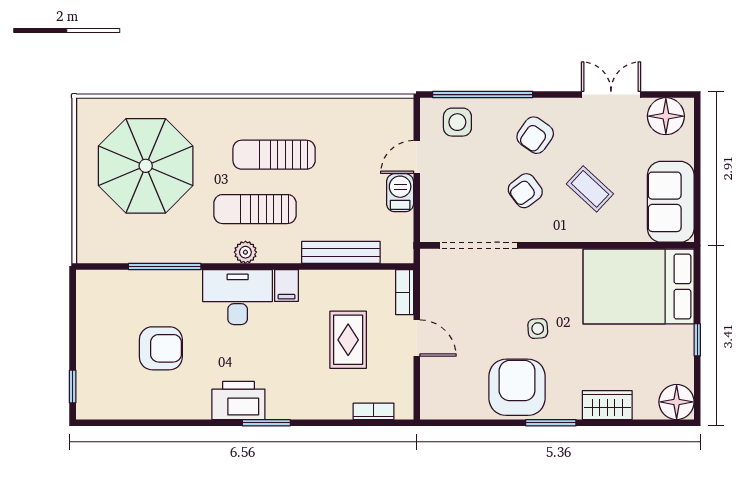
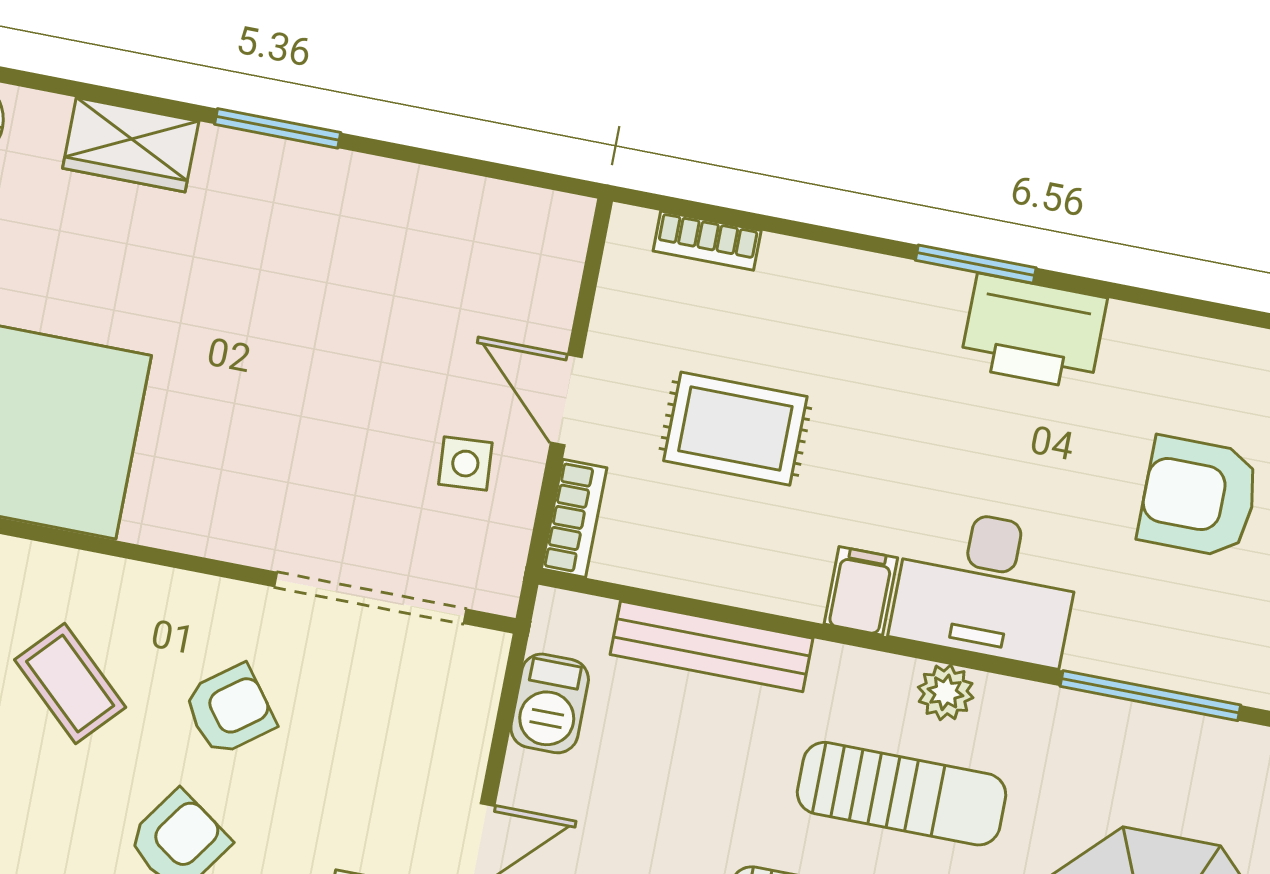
barbecue: (400, 193) -> (550, 703), moved
side table: (538, 329) -> (465, 464), moved
rug: (348, 340) -> (735, 429), turned 90
armchair: (517, 387) -> (344, 231), removed

